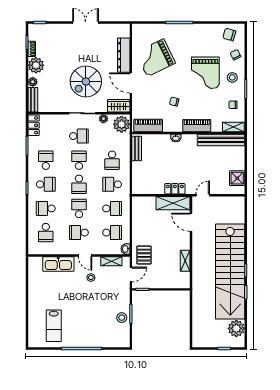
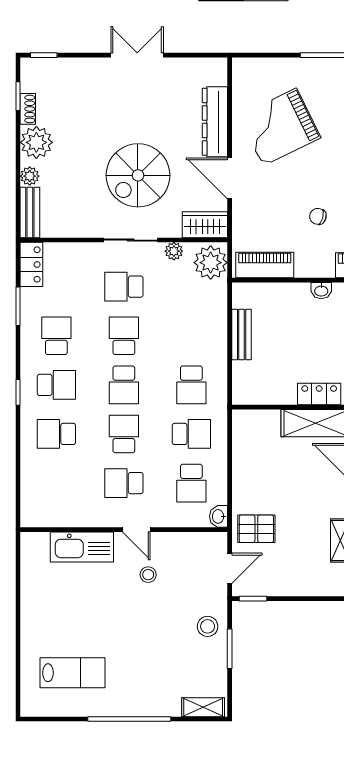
school desk: (79, 136) -> (124, 287), turned 180
bench: (137, 148) -> (242, 334), moved
school desk: (112, 160) -> (191, 336), removed
school desk: (112, 184) -> (191, 385), turned -90
school desk: (46, 233) -> (56, 483), removed
school desk: (112, 233) -> (191, 483), turned 90
pallet: (144, 255) -> (256, 529), turned 90
shelving: (111, 261) -> (203, 707), moved
stool: (122, 318) -> (208, 626), moved
lab bench: (54, 326) -> (73, 673), turned -90

